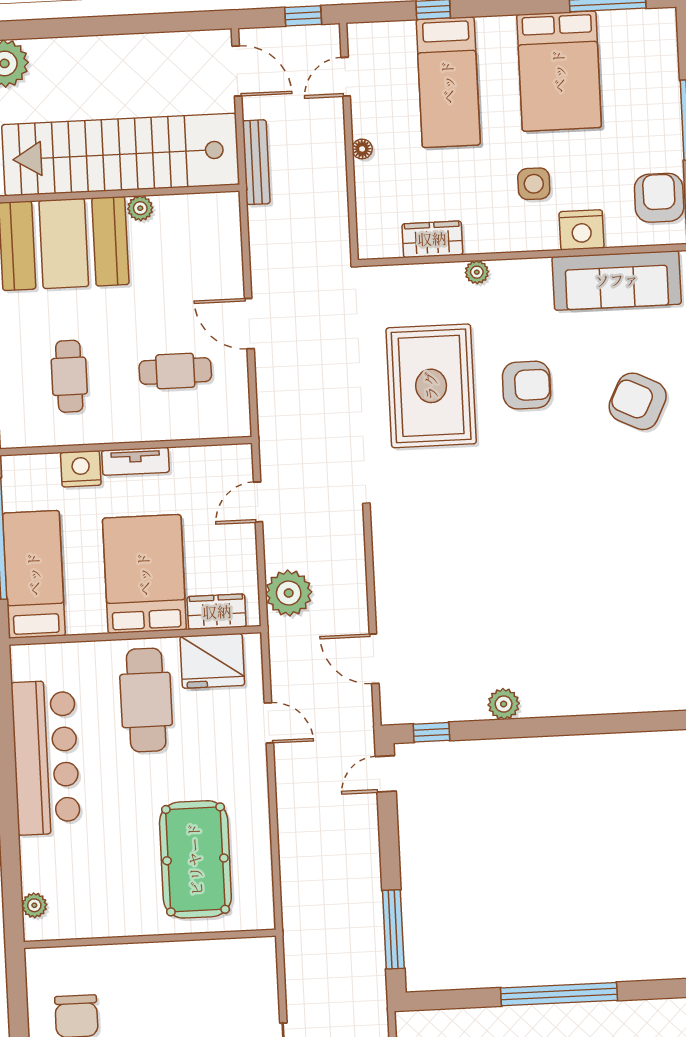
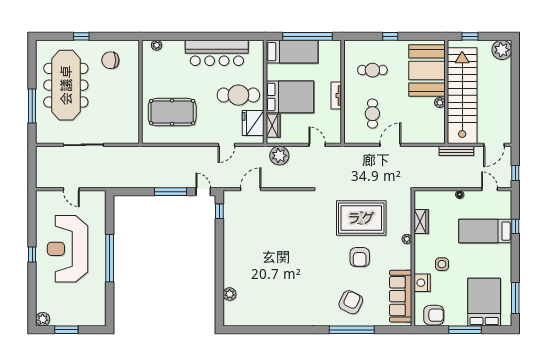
bed: (559, 71) -> (484, 302), moved, turned 90
nightstand: (81, 469) -> (334, 73), removed
plant: (504, 704) -> (230, 294), moved
window: (393, 929) -> (171, 192), moved

